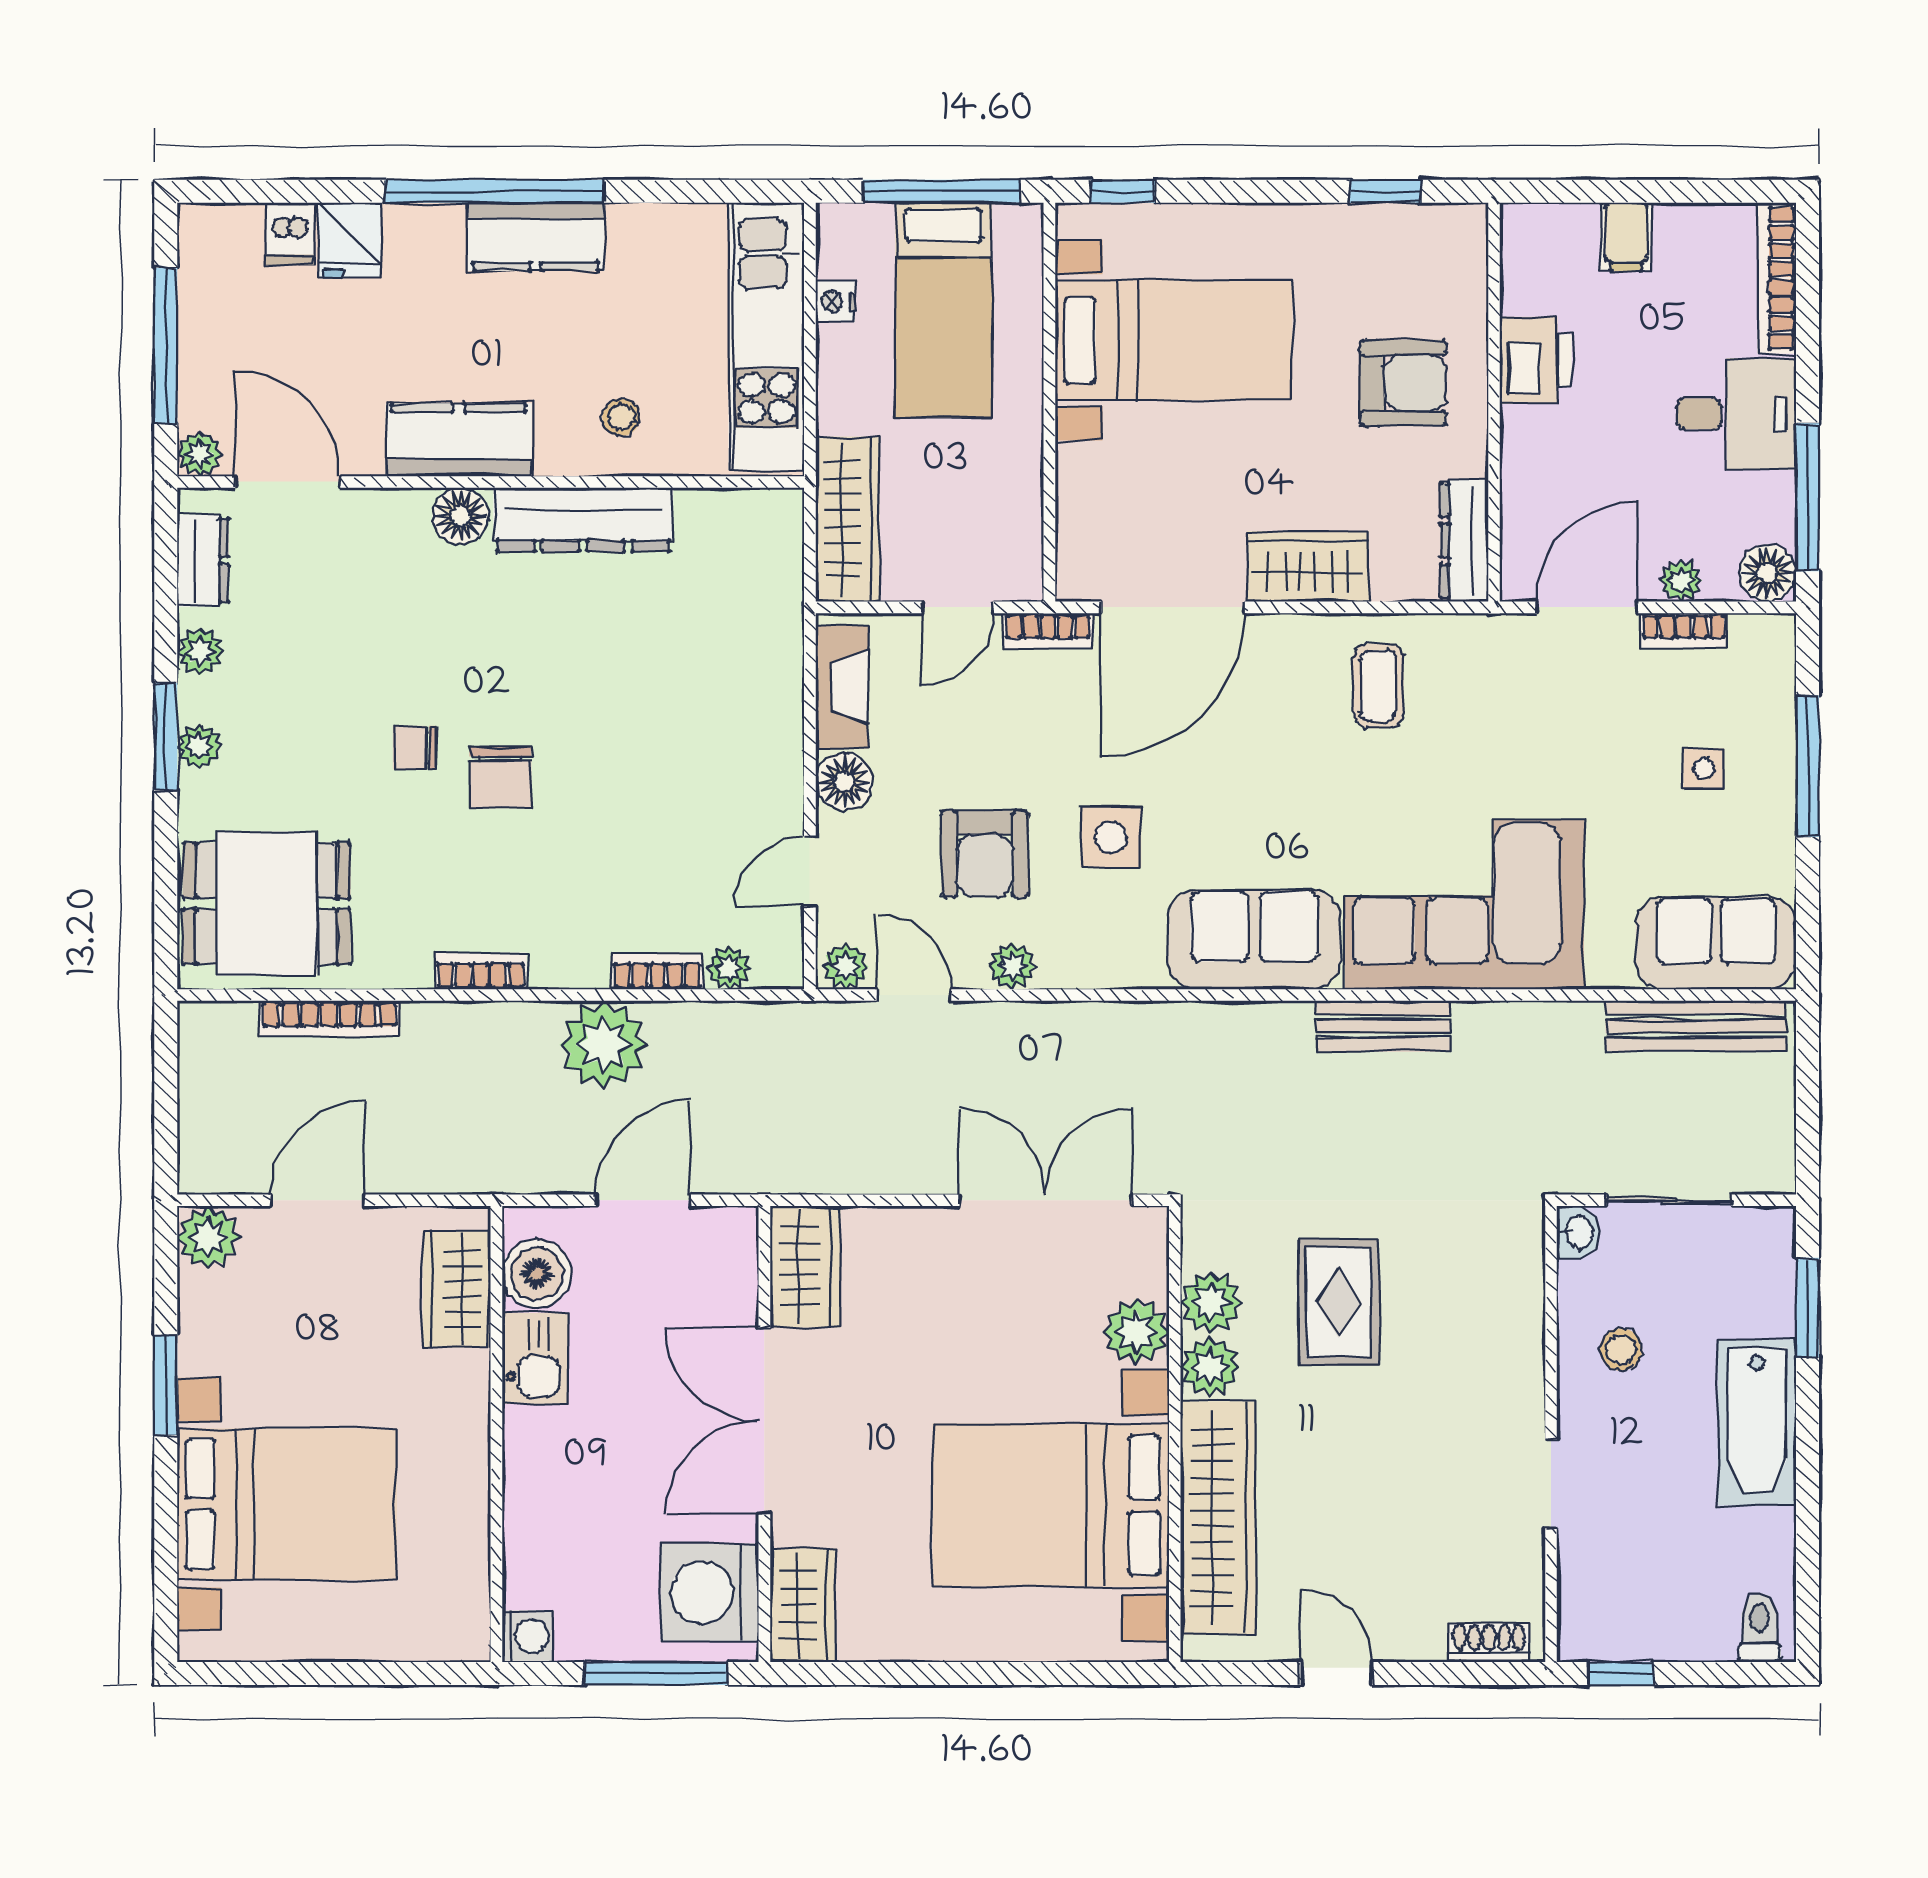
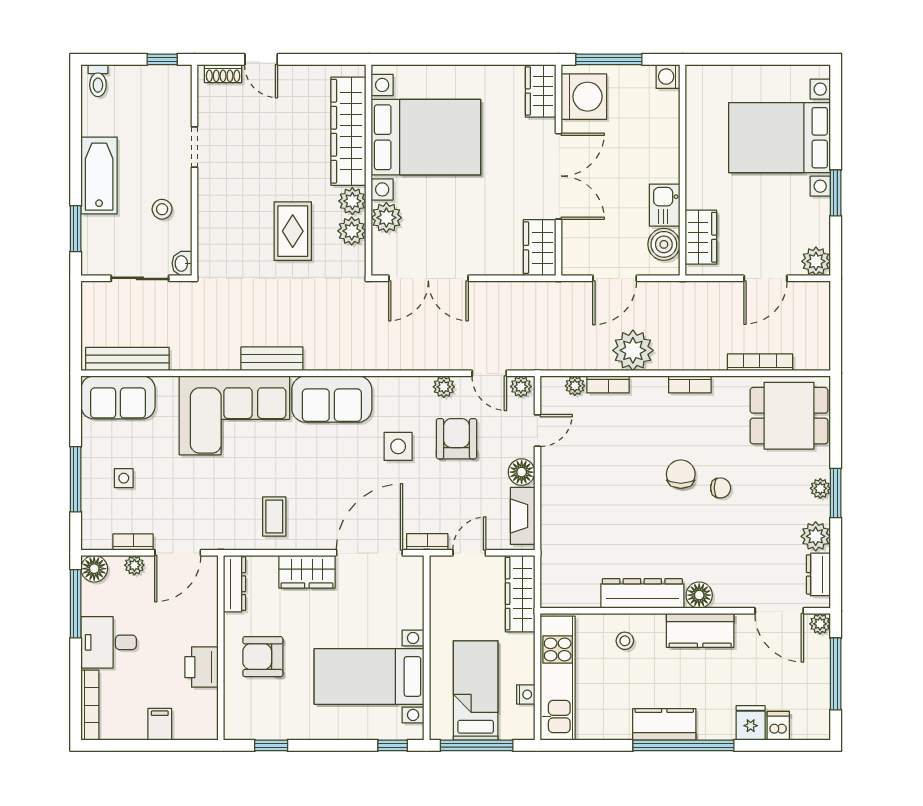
plant: (200, 652) -> (816, 536), width x1.38, depth x1.38
door: (1336, 1673) -> (261, 59), moved

